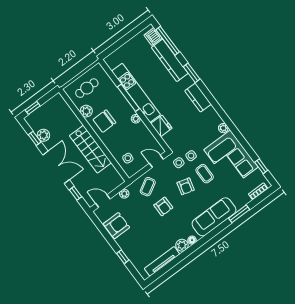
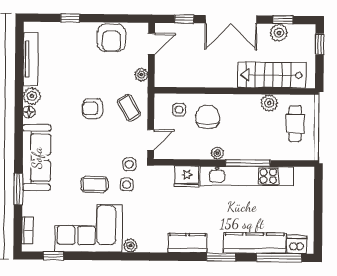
chair: (104, 121) -> (208, 117), moved
stairs: (90, 149) -> (272, 75), moved
armchair: (186, 186) -> (96, 151), removed

